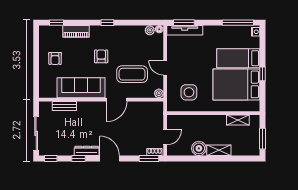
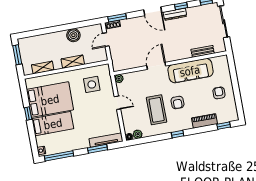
window: (184, 23) -> (97, 149), moved
coffee table: (132, 74) -> (157, 110), moved, turned 90
shelving: (219, 150) -> (73, 62), moved

